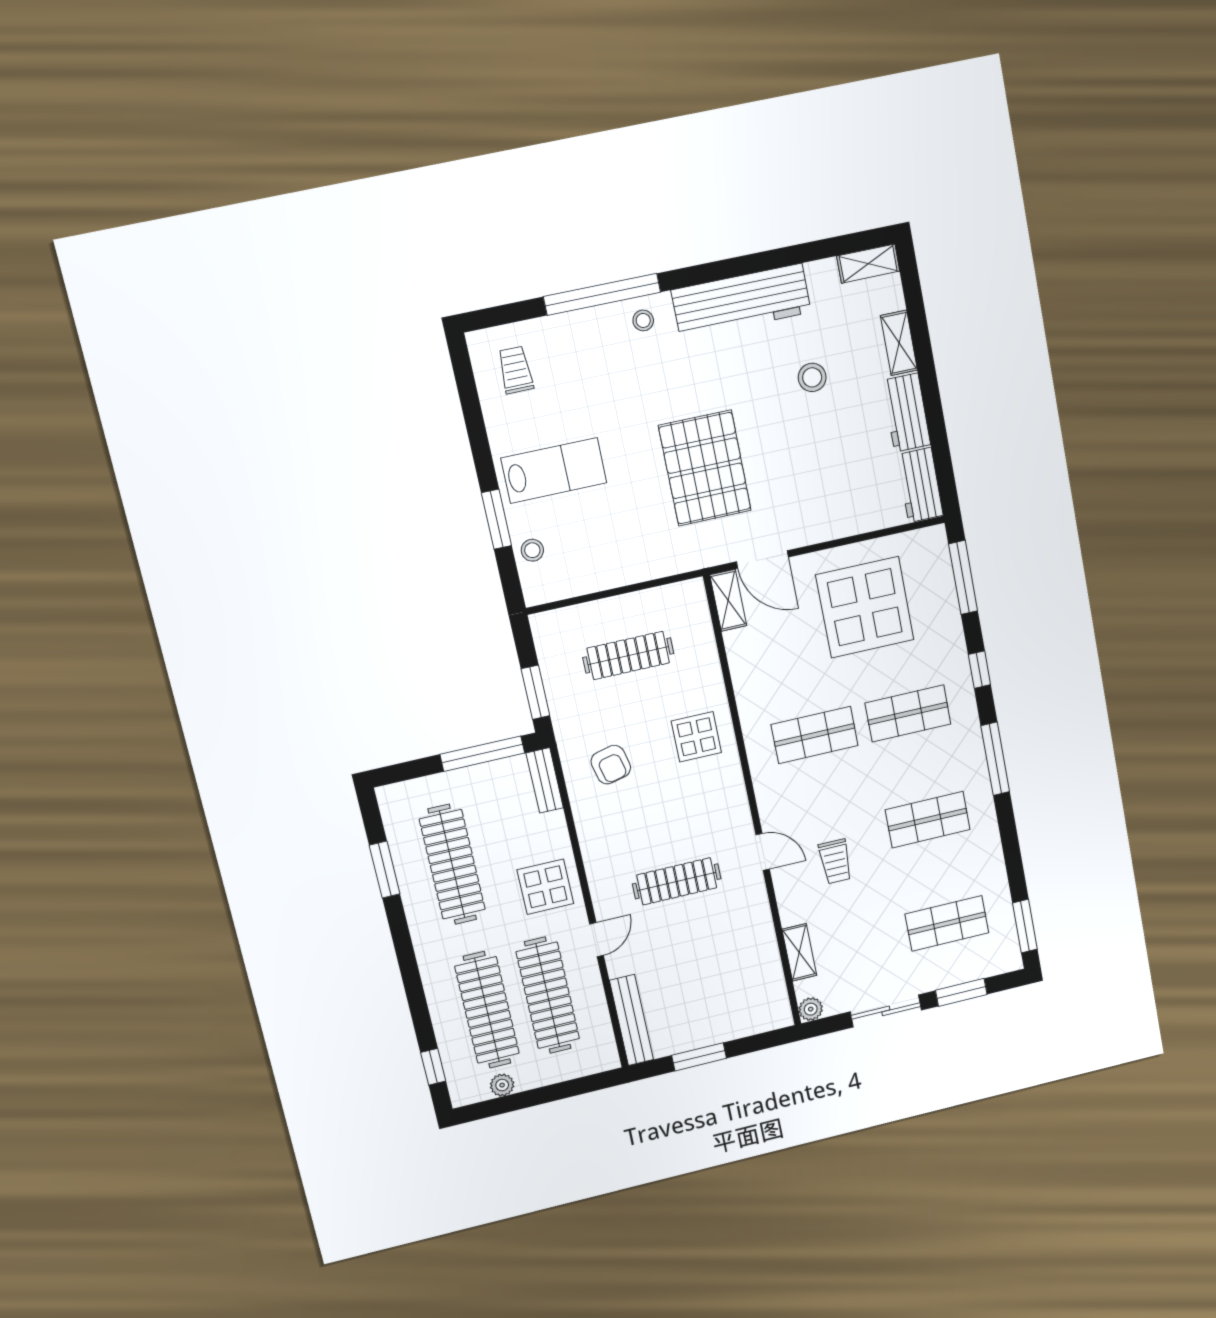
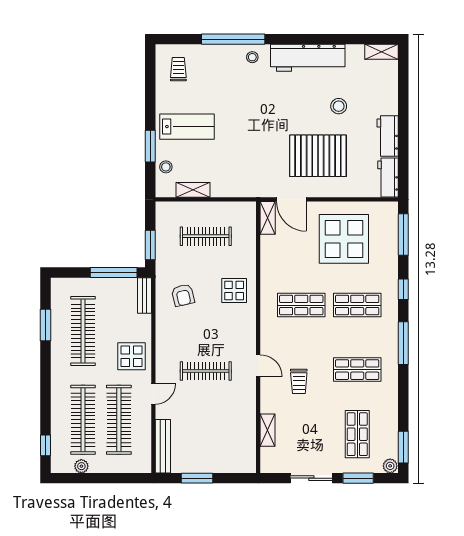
shelving: (899, 343) -> (193, 190), moved, turned 90
pallet: (705, 468) -> (318, 156), moved, turned 90
shop shelf: (947, 923) -> (357, 434), turned 90
plant: (811, 1009) -> (390, 466), moved

